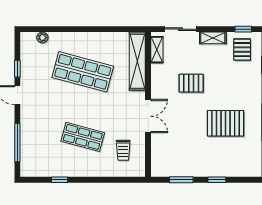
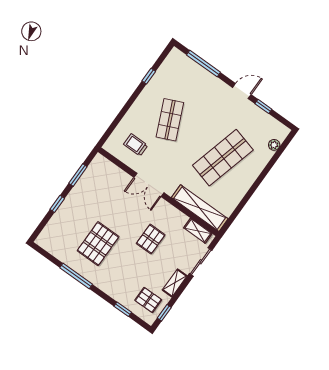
shop shelf: (83, 137) -> (170, 120), turned -39

